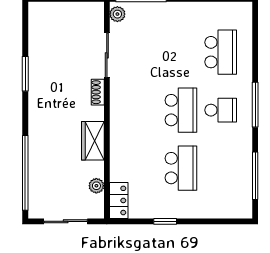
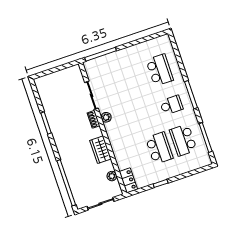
plant: (117, 14) -> (106, 117), moved
school desk: (181, 110) -> (183, 140), moved, turned 180

